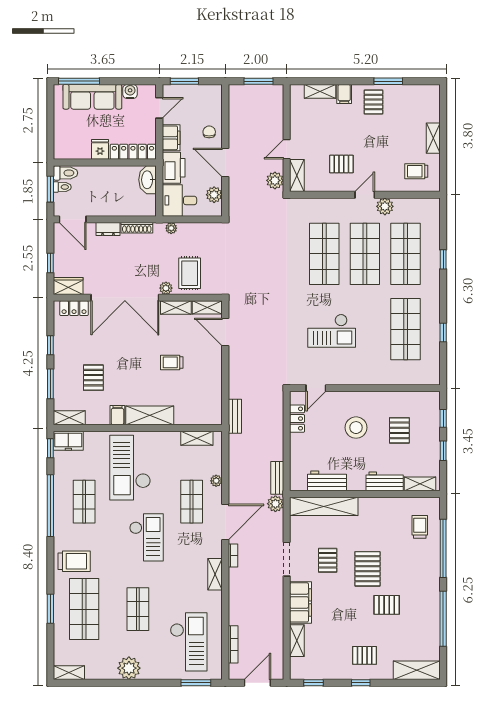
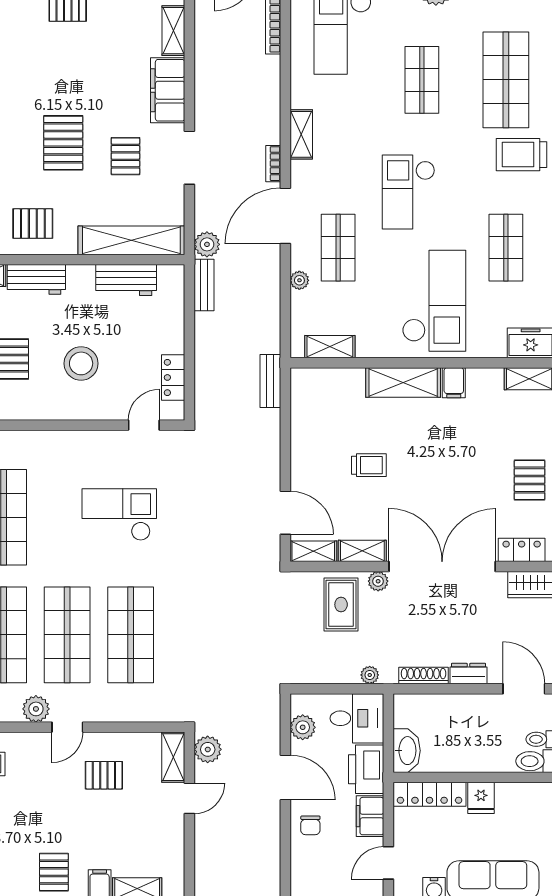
pallet: (93, 378) -> (530, 480), moved
pallet: (387, 605) -> (33, 224), moved

